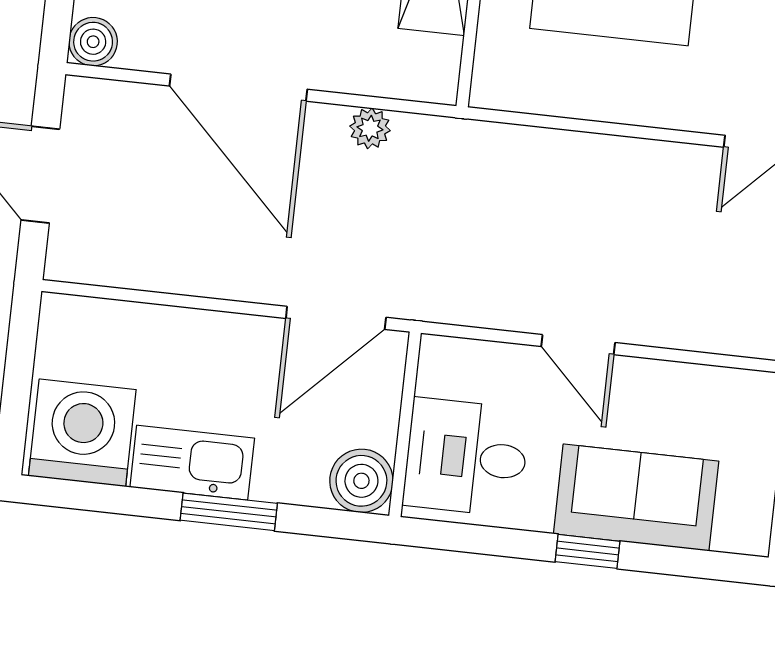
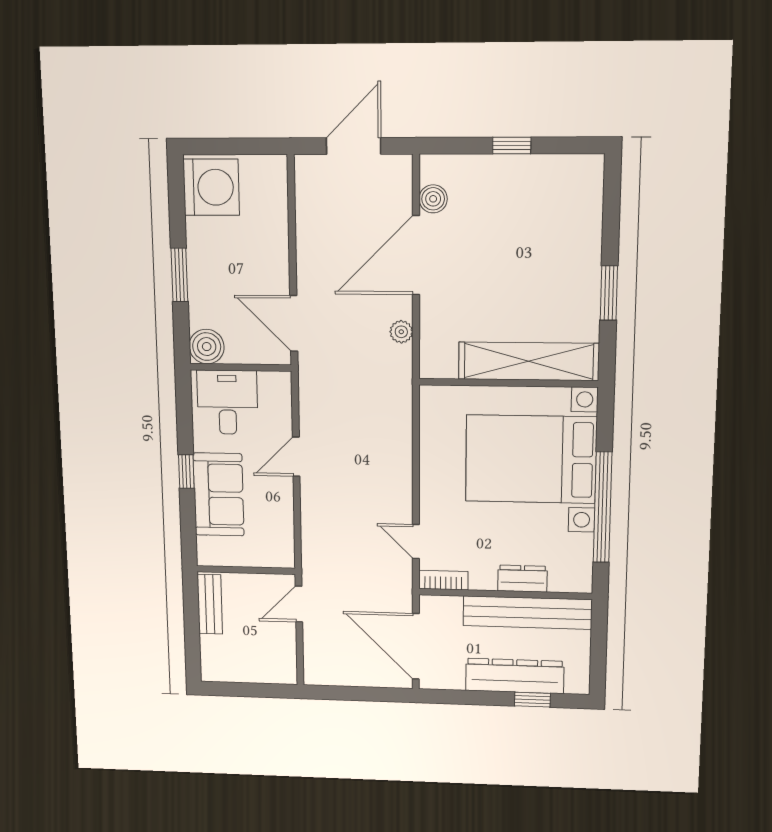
boiler: (93, 42) -> (433, 199), moved
kitchen sink: (192, 463) -> (203, 252), removed

